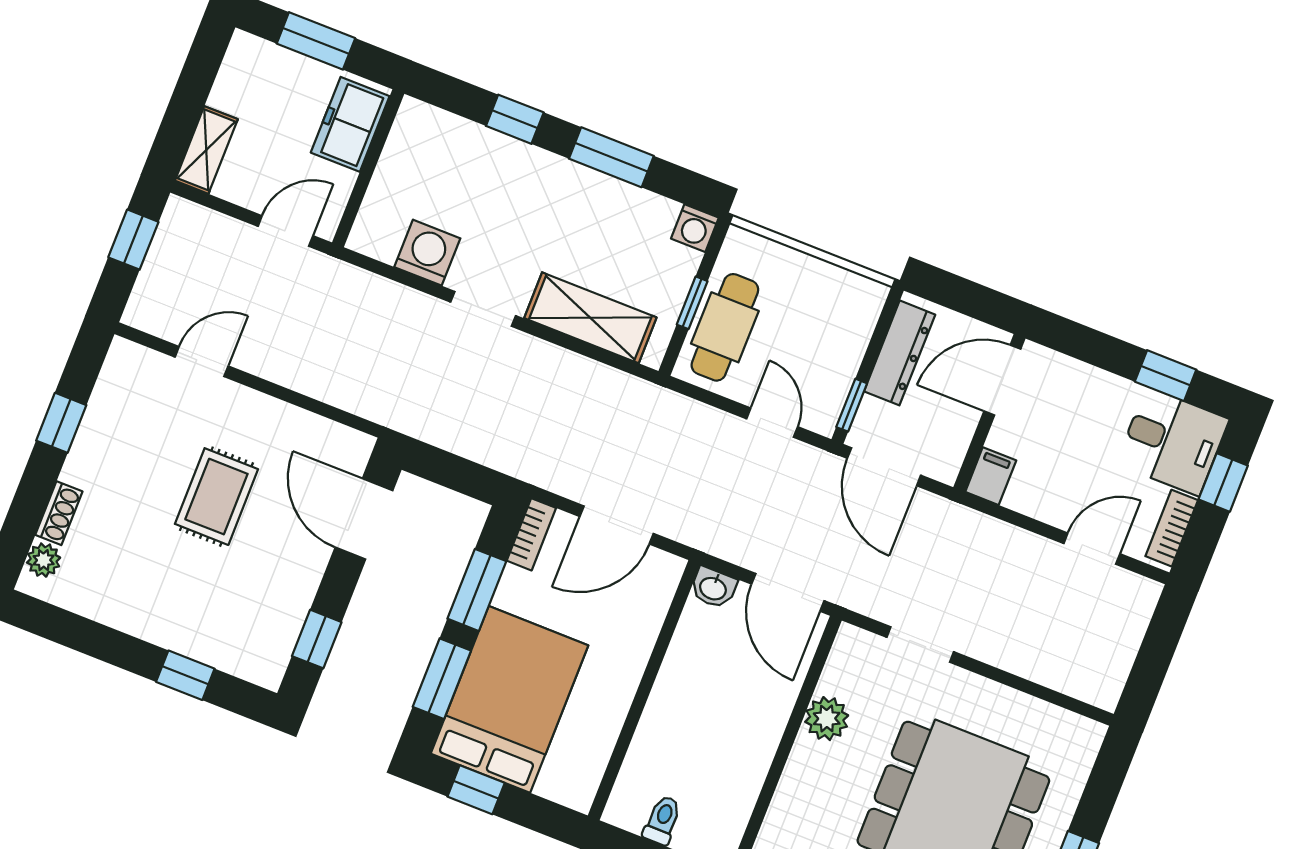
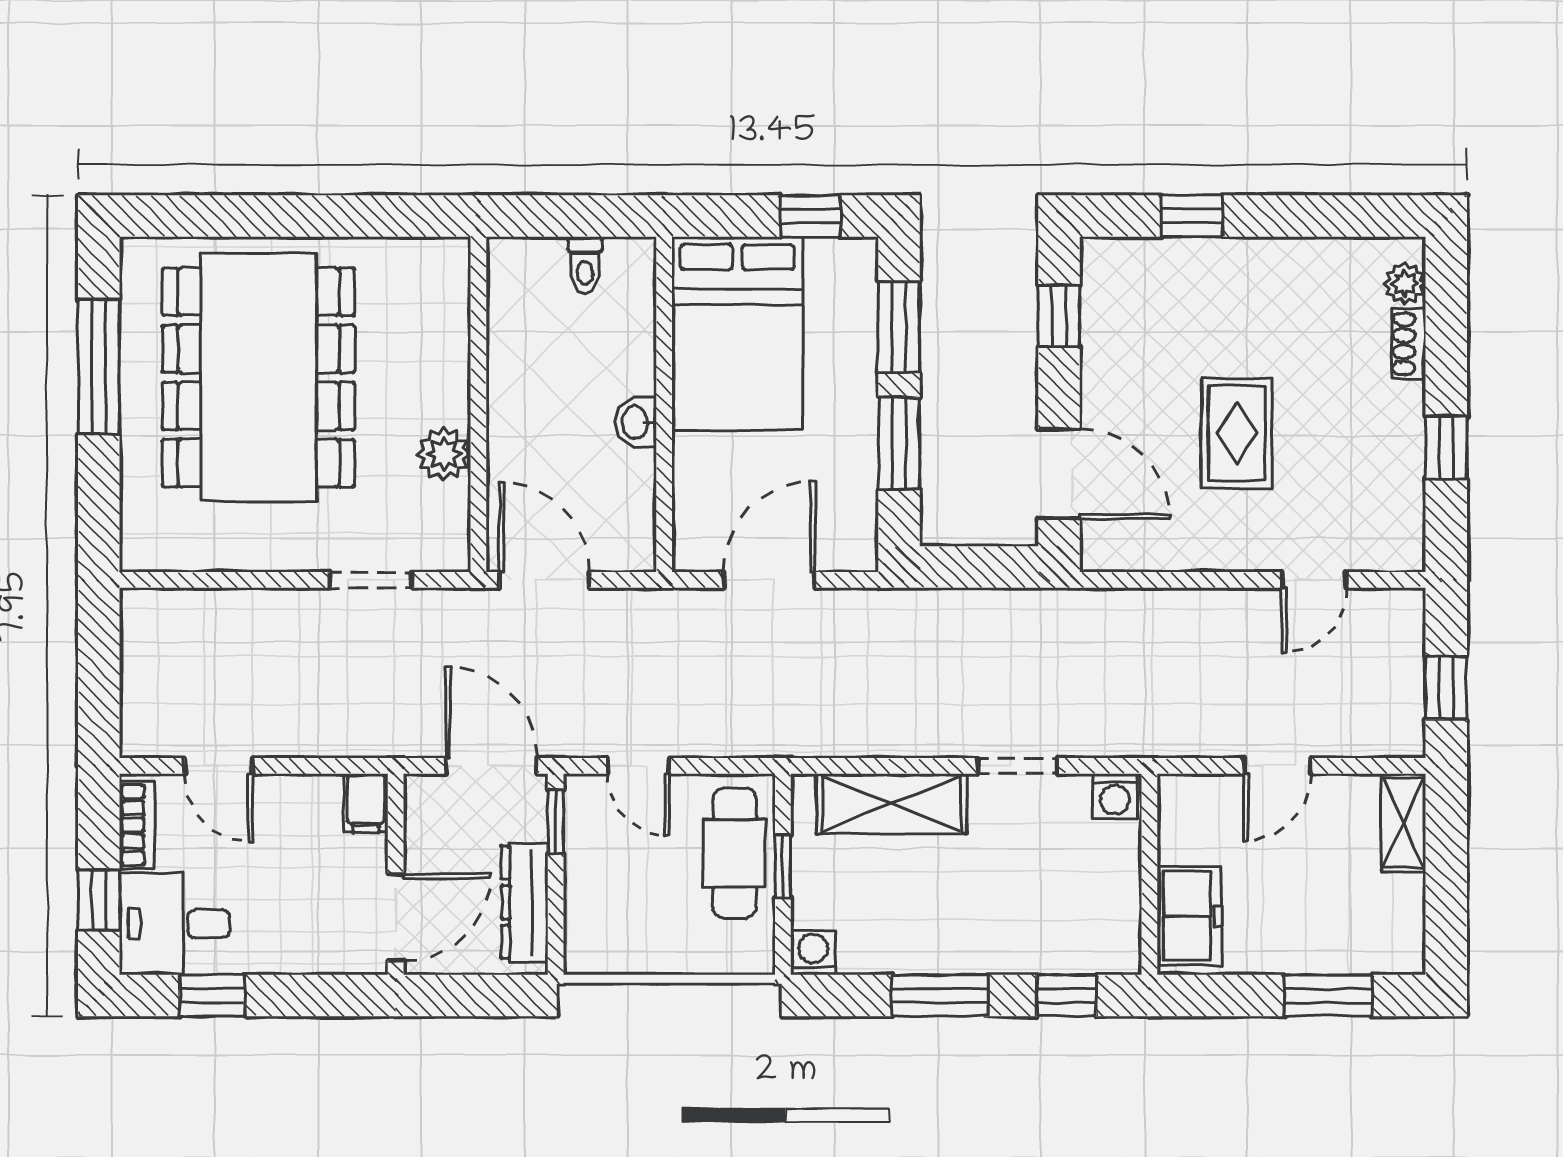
freezer: (350, 124) -> (1189, 916), moved
wall: (368, 168) -> (1149, 874), moved
washing machine: (427, 253) -> (1115, 796), width x0.73, depth x0.73
bookcase: (531, 534) -> (862, 531), removed
door: (1092, 549) -> (219, 766), hinge flipped
washbasin: (713, 588) -> (636, 422), moved, turned -90
bed: (509, 699) -> (737, 334), moved

